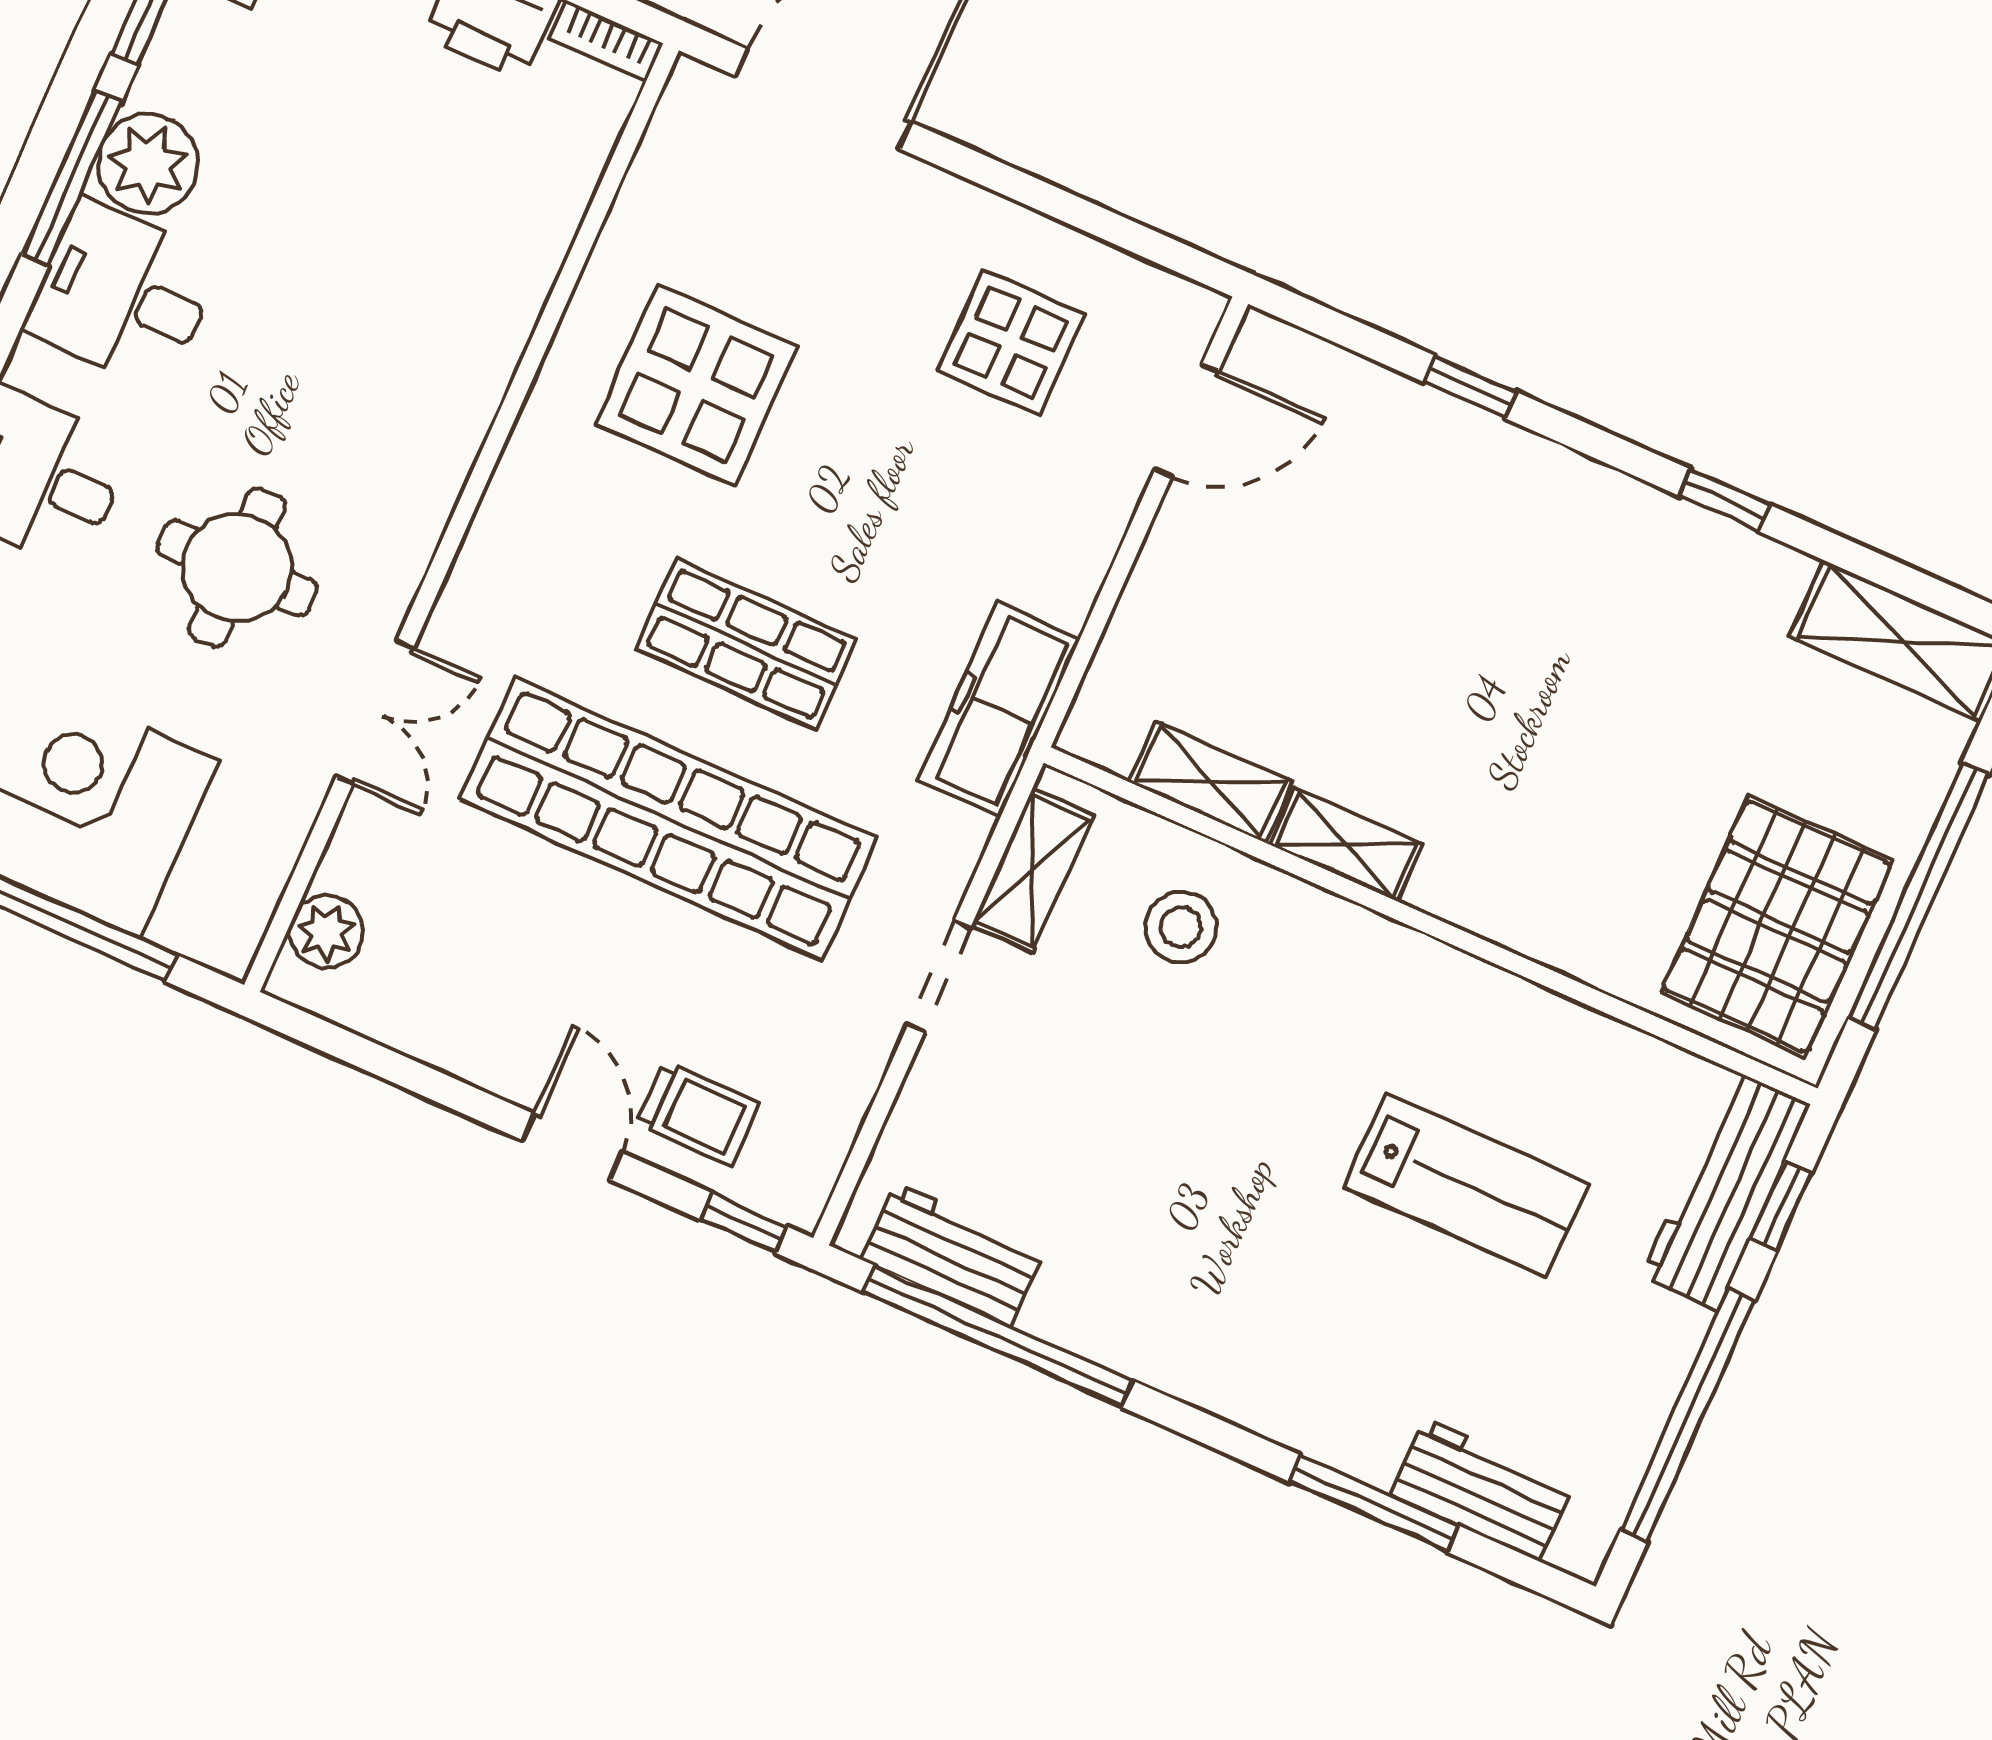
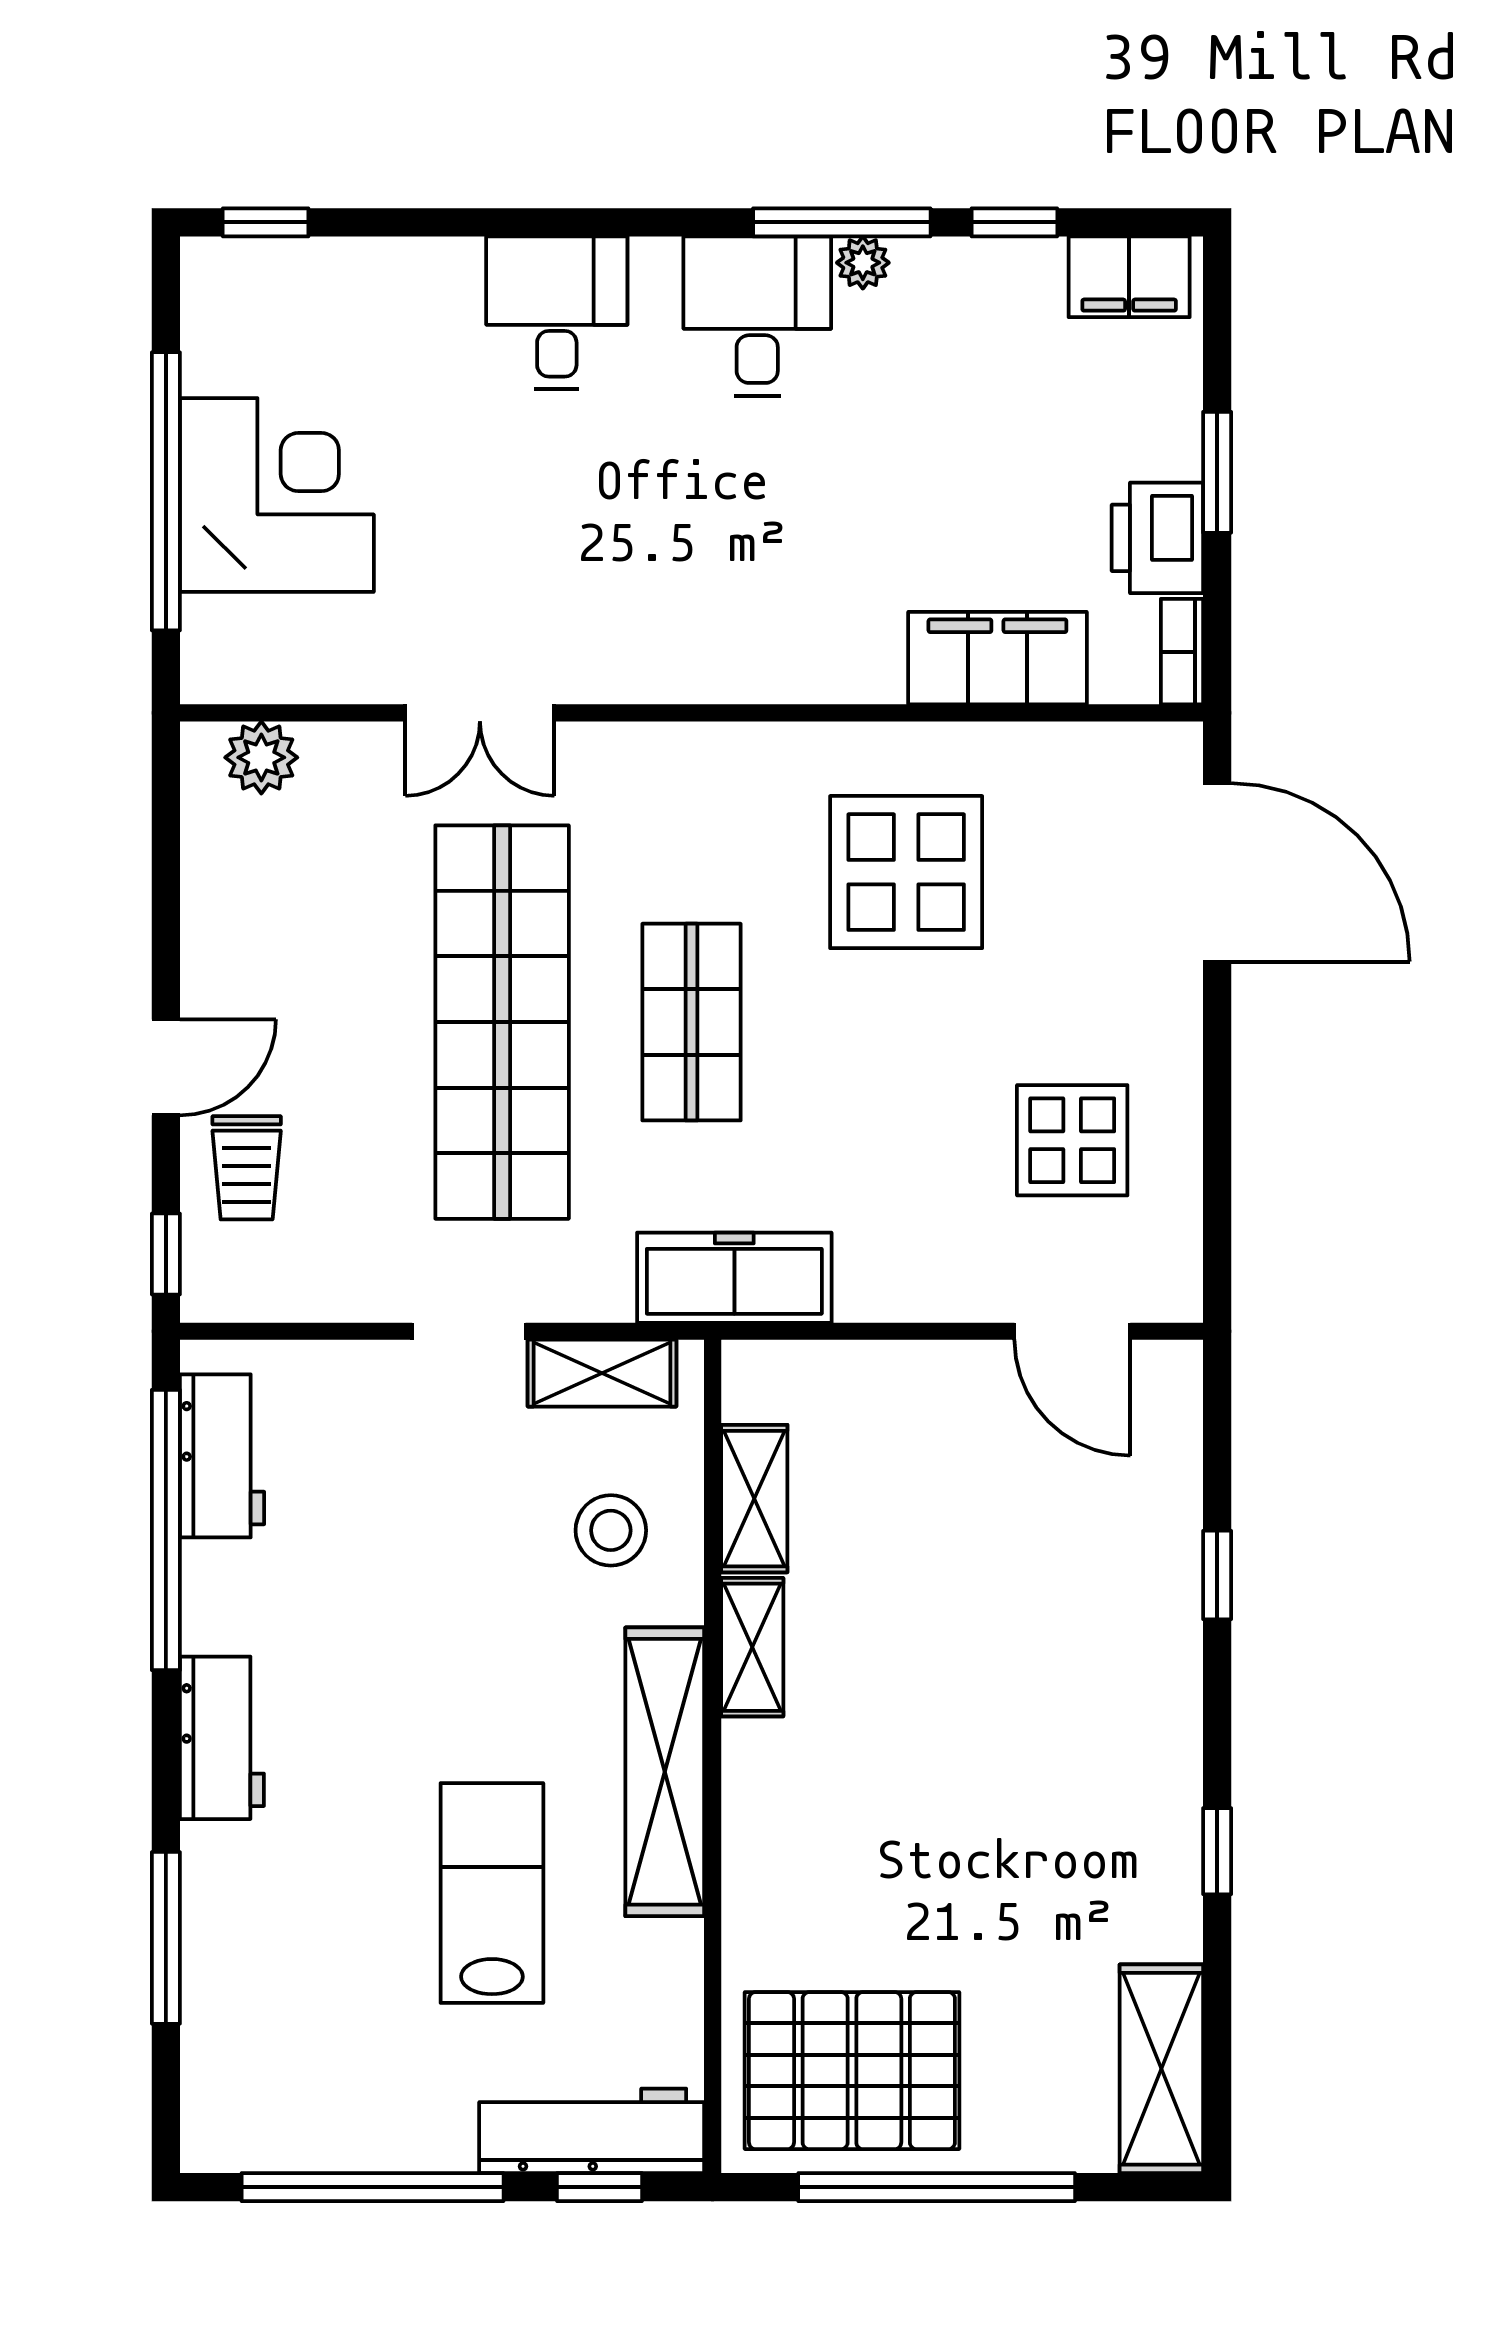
plant: (148, 164) -> (863, 263), width x0.53, depth x0.53
filing cabinet: (536, 214) -> (997, 658), added
round table: (237, 568) -> (556, 530), removed
shelving: (1425, 976) -> (665, 1772), added
lab bench: (1466, 1185) -> (492, 1893), turned 180
workbench: (1482, 1490) -> (222, 1738), moved

